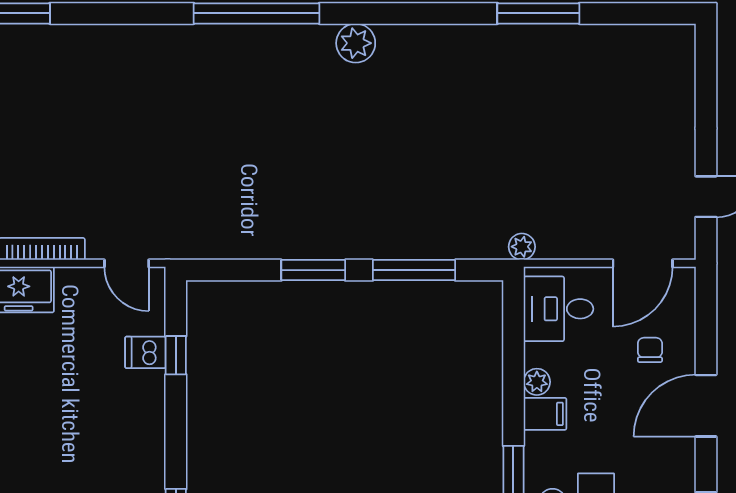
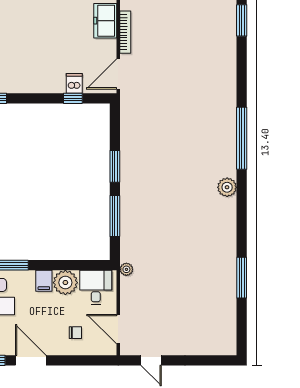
door: (127, 263) -> (118, 74), width x1.38
plant: (537, 382) -> (65, 283), width x1.88, depth x1.88
door: (706, 406) -> (31, 360), moved

